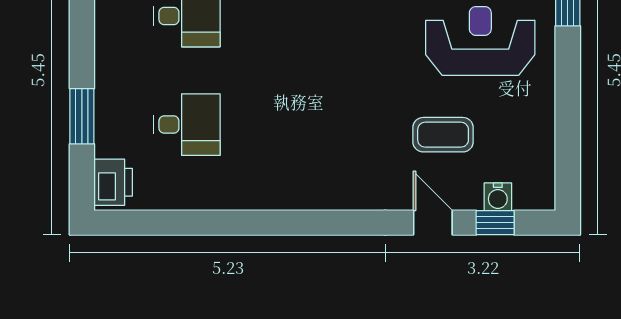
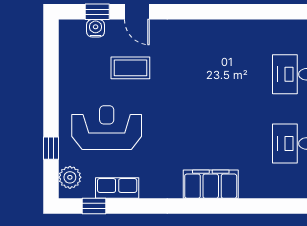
reception desk: (480, 41) -> (107, 128), turned 180

